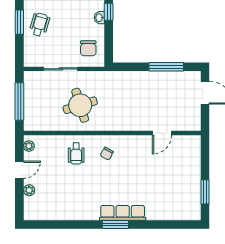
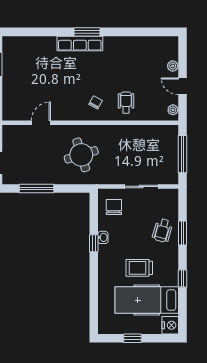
round table: (80, 105) -> (81, 155), moved
door: (19, 170) -> (182, 86), hinge flipped

